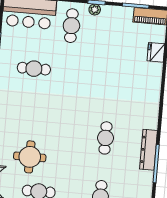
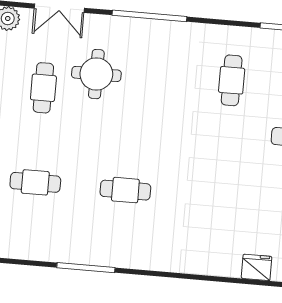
dresser: (148, 150) -> (107, 256), removed

